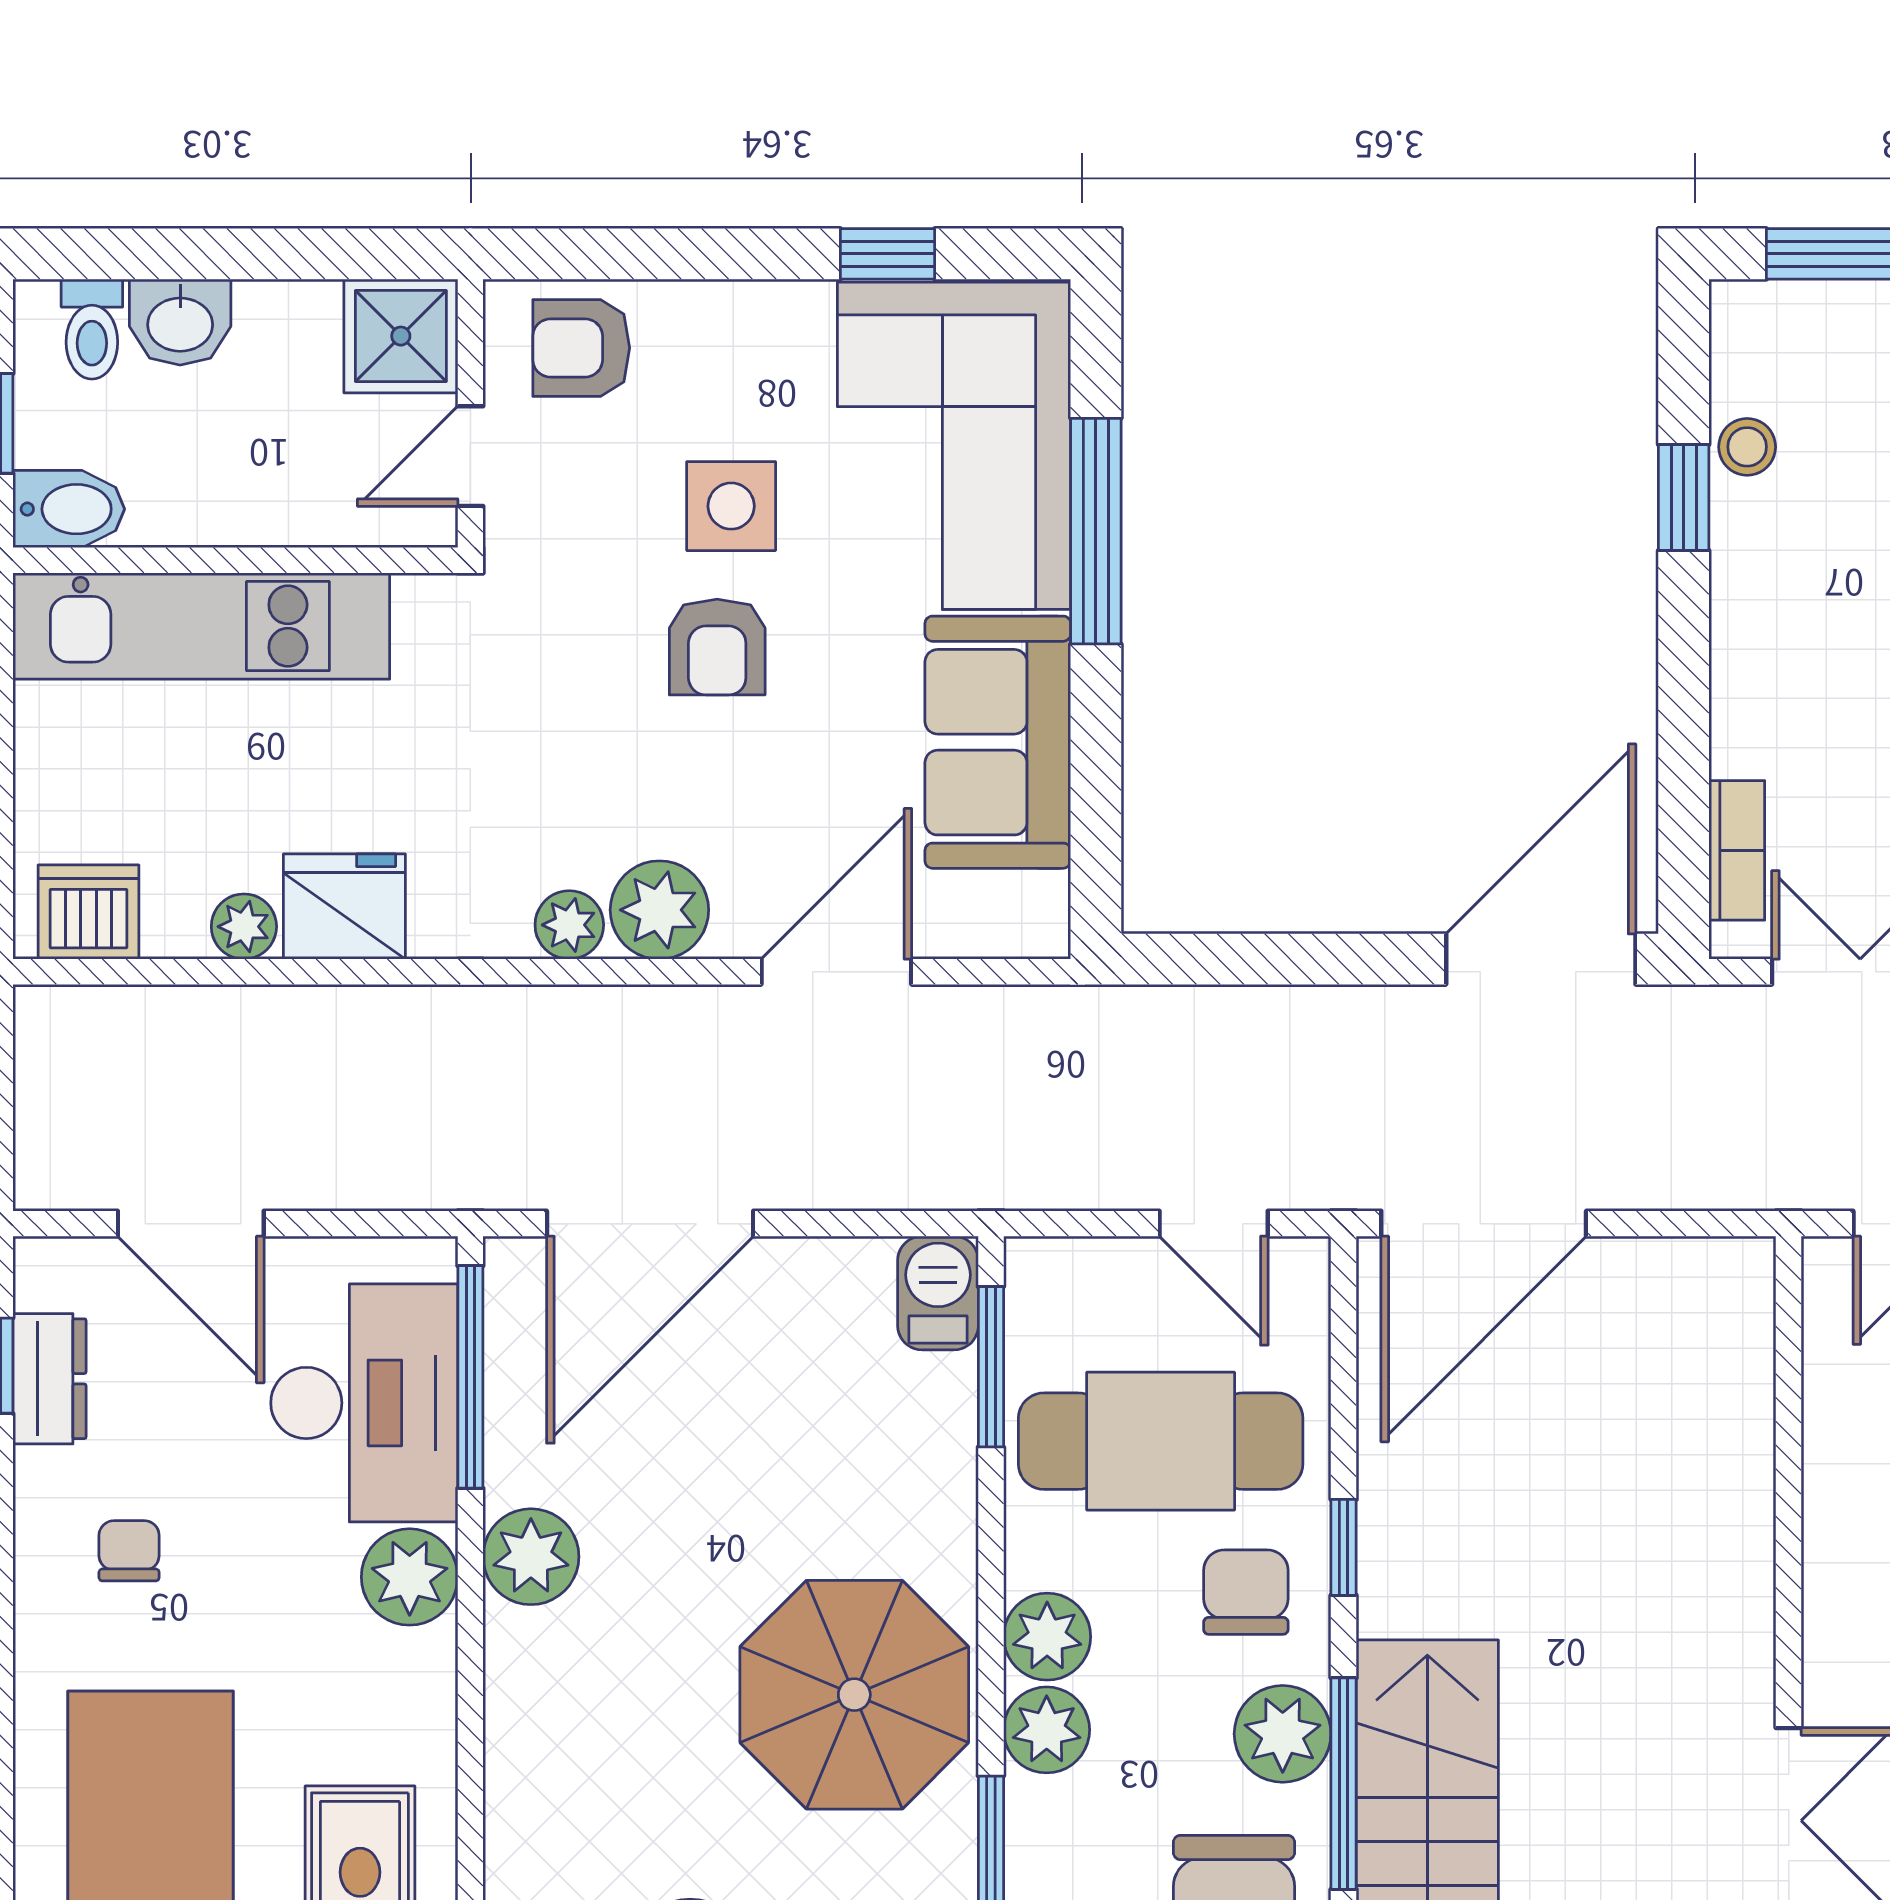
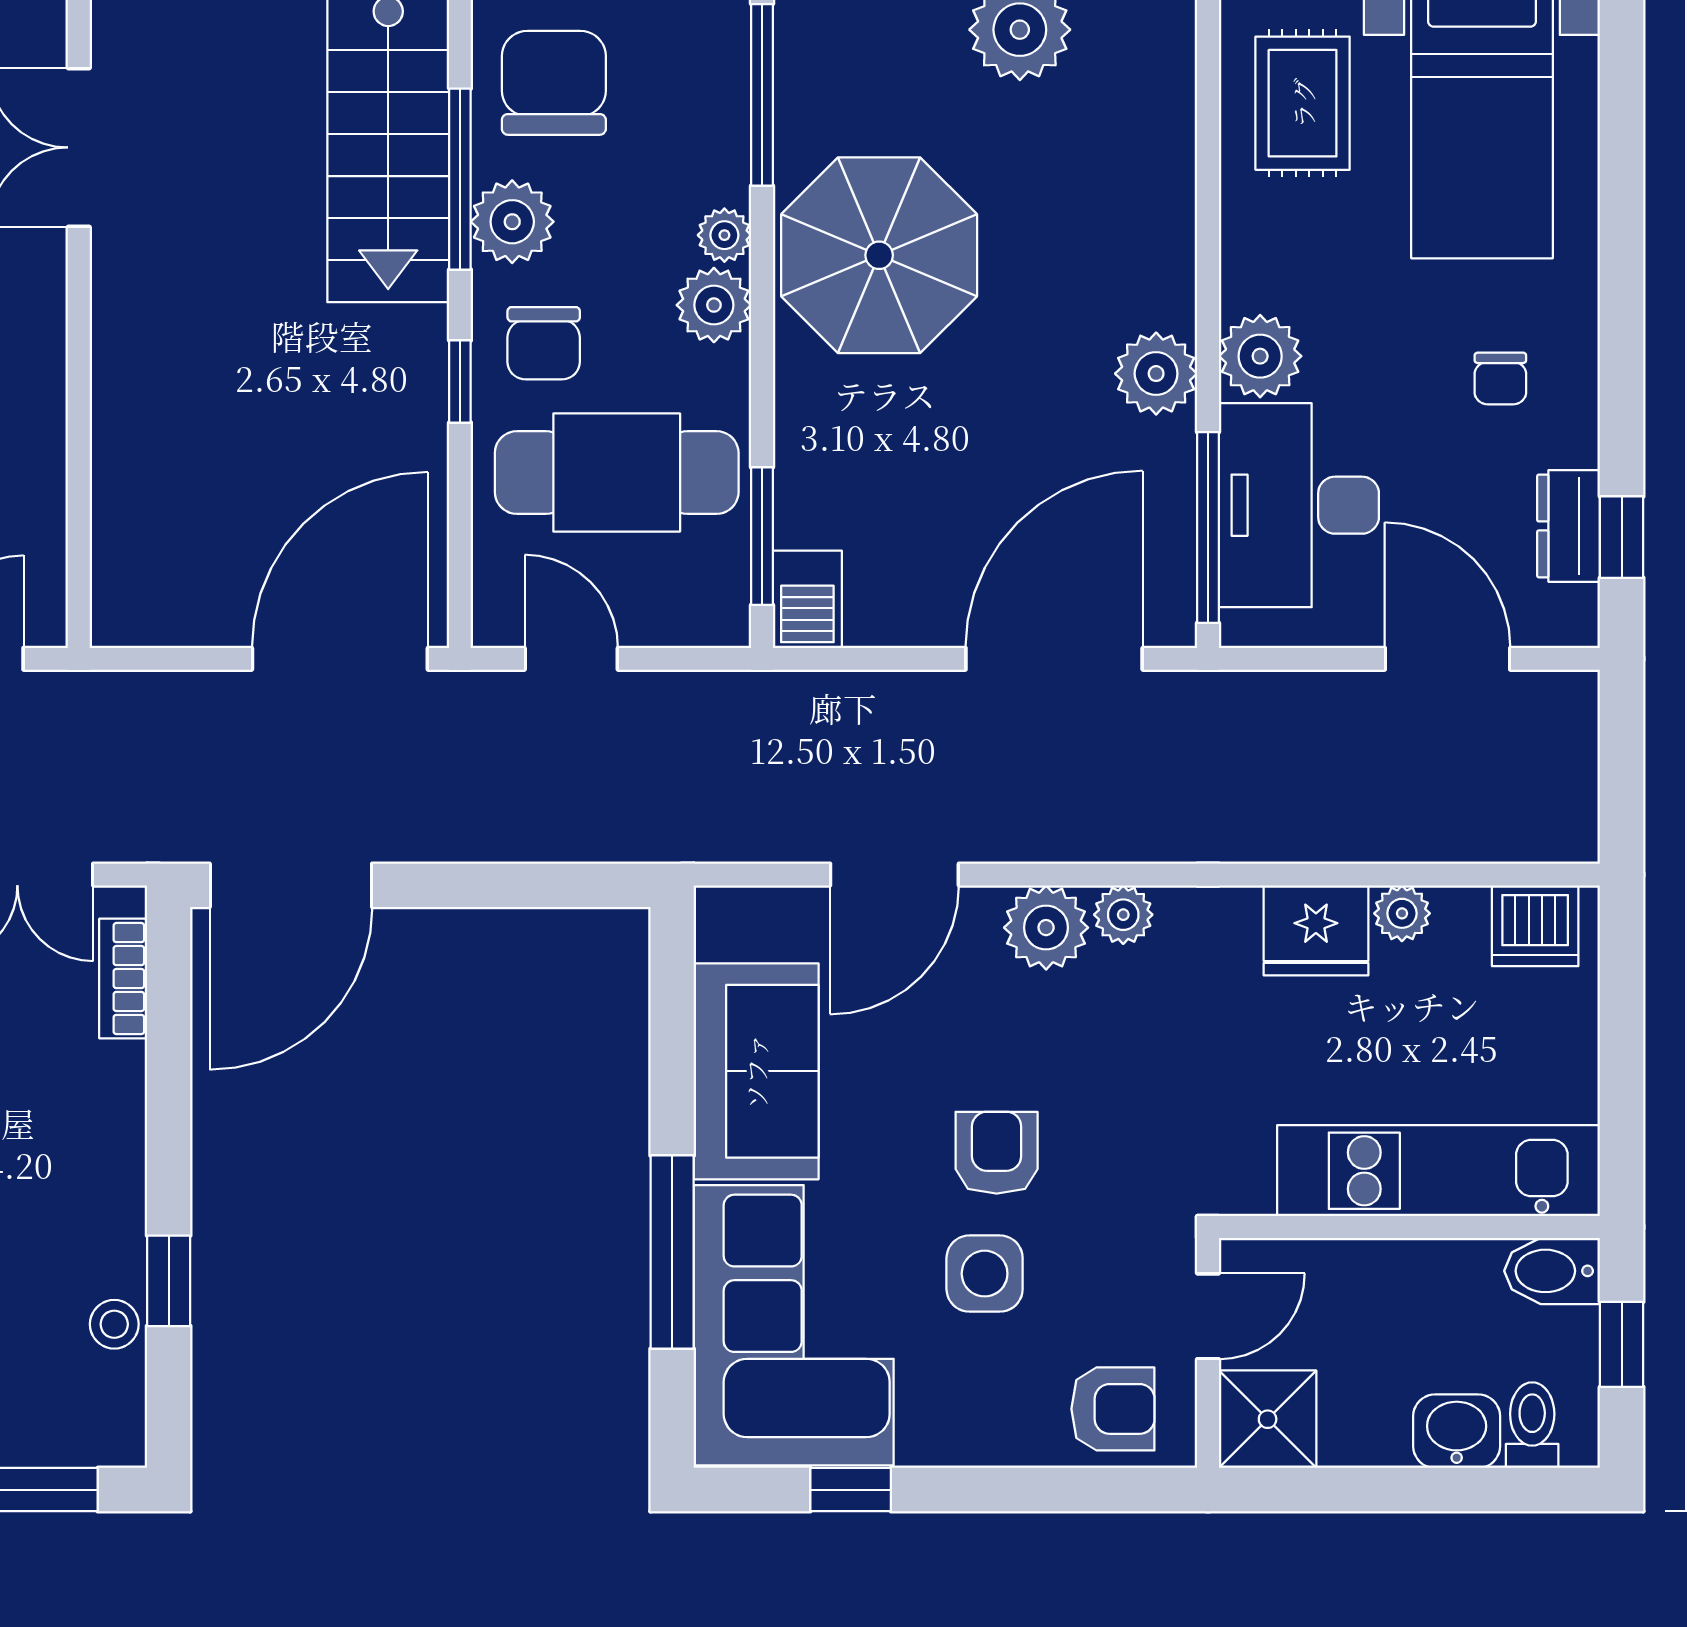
plant: (1047, 1730) -> (724, 235), width x0.73, depth x0.73

